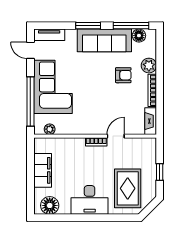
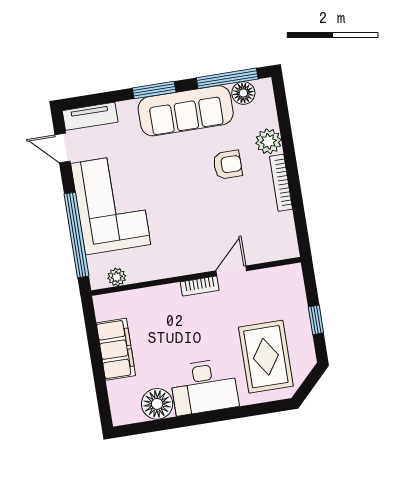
fireplace: (151, 121) -> (287, 236), removed
floor lamp: (50, 205) -> (157, 404), moved

